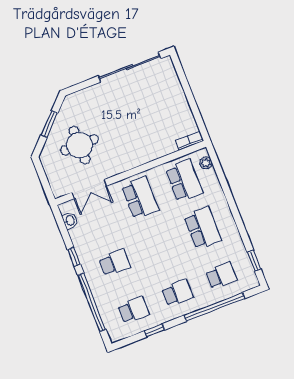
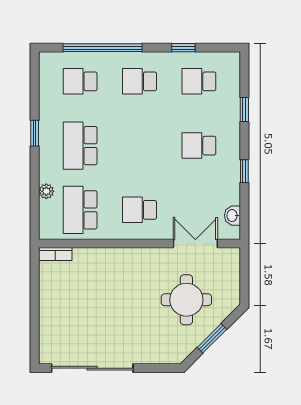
plant: (206, 163) -> (46, 191), moved
school desk: (140, 198) -> (139, 210), width x0.54
window: (254, 261) -> (35, 133), moved
window: (92, 302) -> (244, 110), width x0.32

